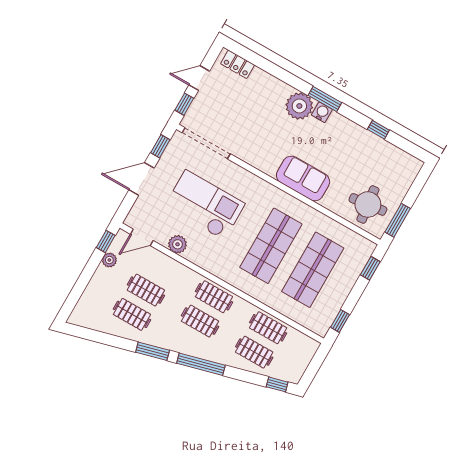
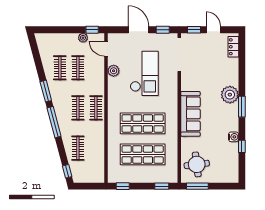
water cooler: (322, 112) -> (234, 137), moved
sofa: (303, 179) -> (190, 114), width x1.36
clothes rail: (268, 328) -> (96, 148), removed

